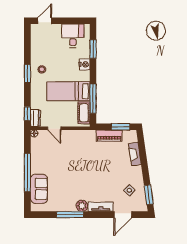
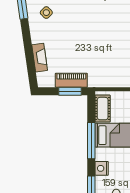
window: (93, 99) -> (91, 141), moved
window: (121, 127) -> (70, 91), moved

